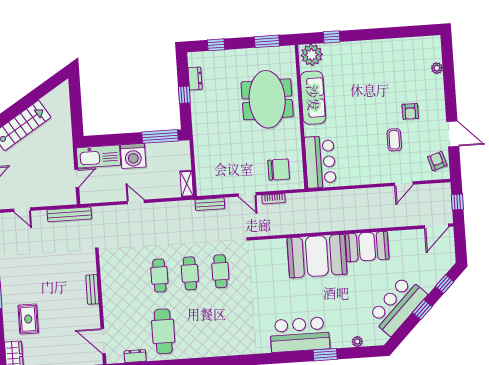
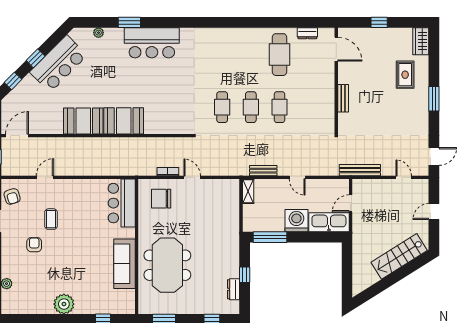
plant: (312, 55) -> (64, 304), moved
bench: (210, 204) -> (263, 171), moved
booth: (317, 256) -> (124, 121), width x0.73, depth x0.70

